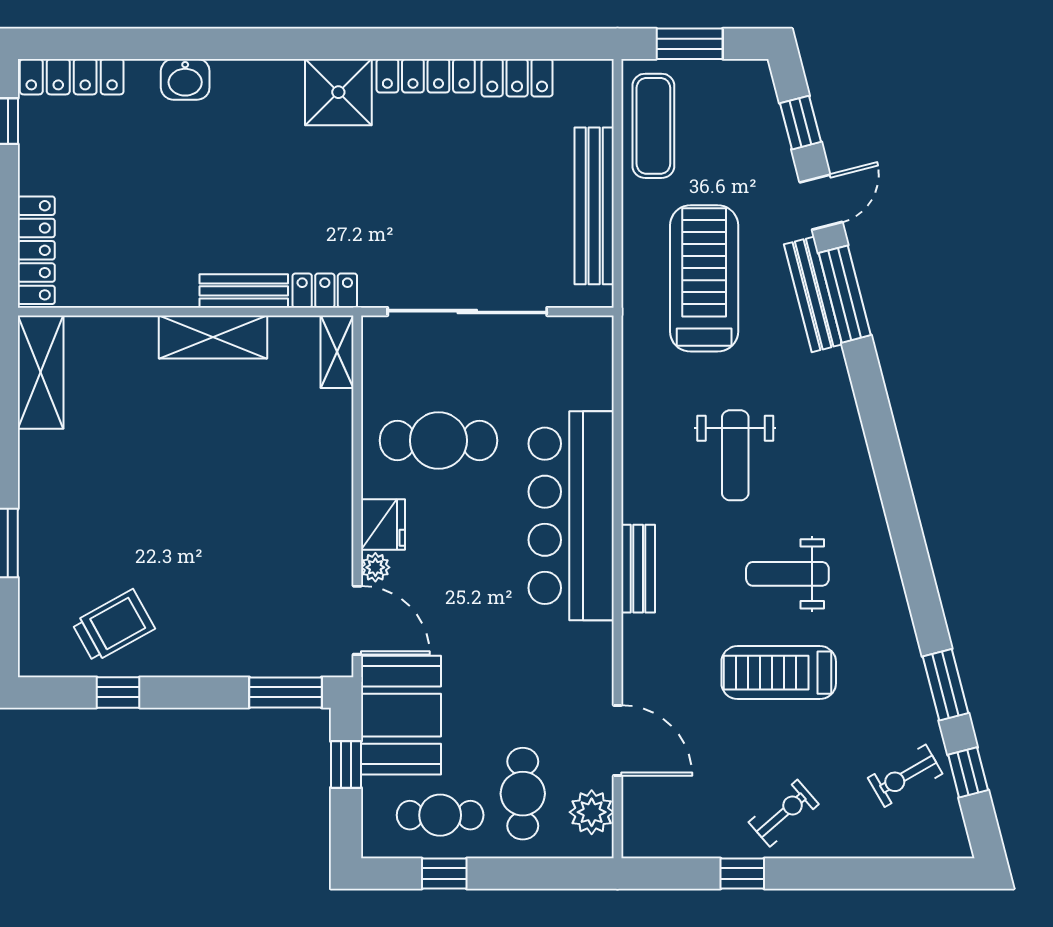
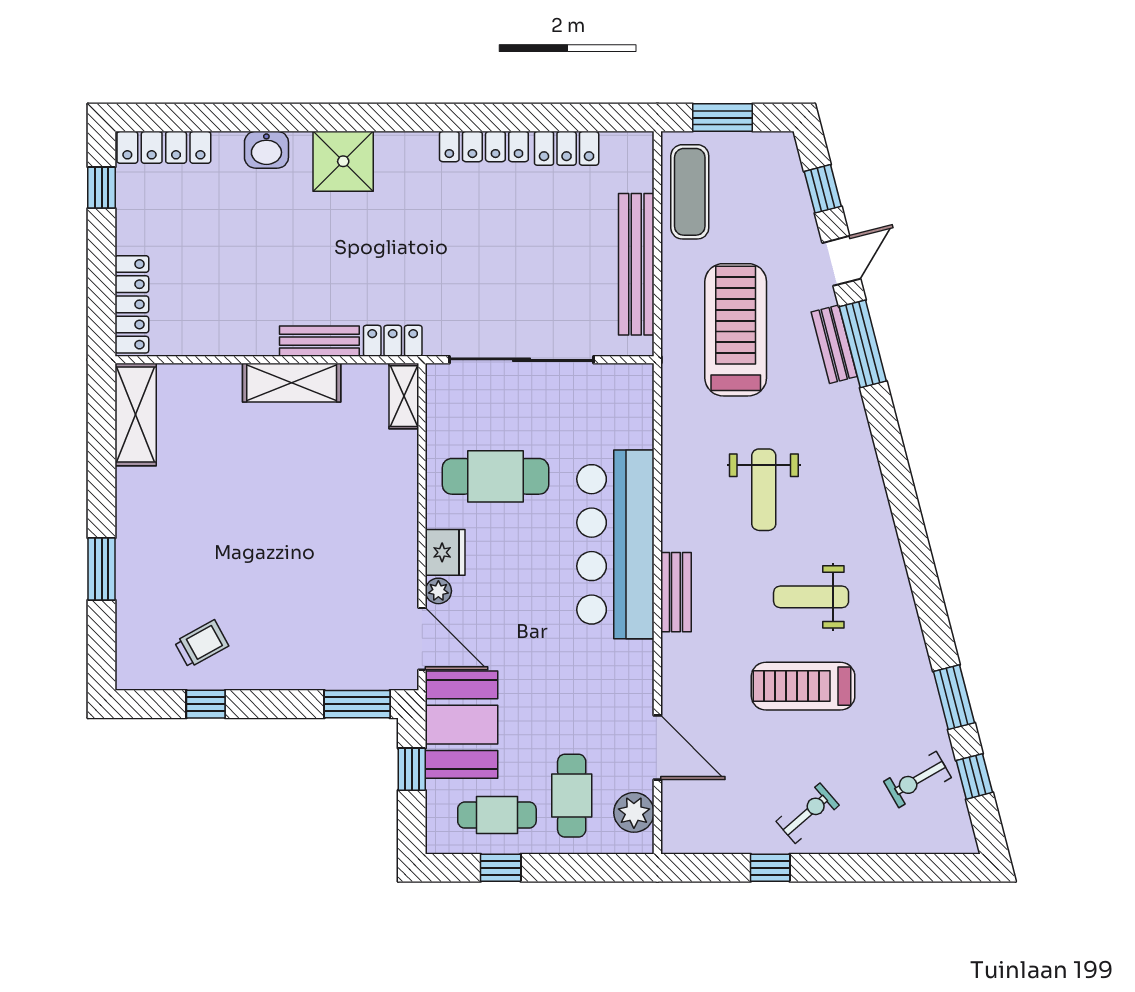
shower: (338, 92) -> (343, 161), moved
bench: (813, 294) -> (834, 344), width x0.73
trolley: (113, 626) -> (202, 644), width x0.73, depth x0.72

